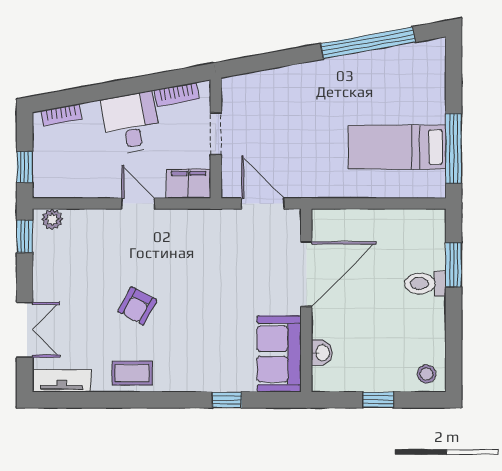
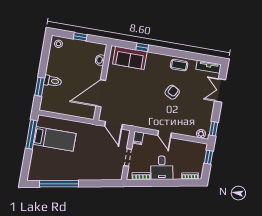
filing cabinet: (189, 184) -> (138, 138), width x0.50
sofa: (279, 354) -> (130, 58), moved, turned 90

